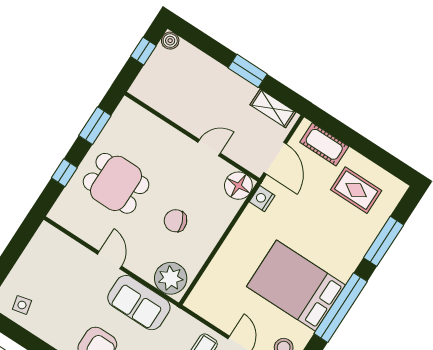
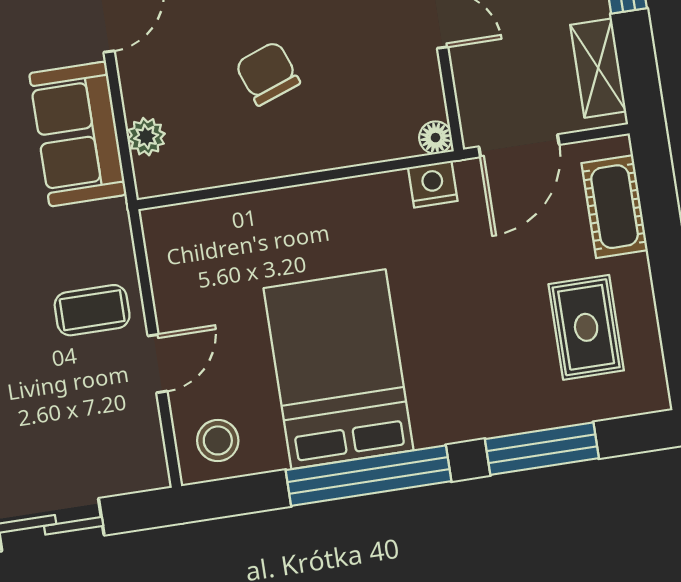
floor lamp: (238, 186) -> (435, 138), width x0.53, depth x0.53
plant: (171, 278) -> (146, 137), width x0.53, depth x0.53

